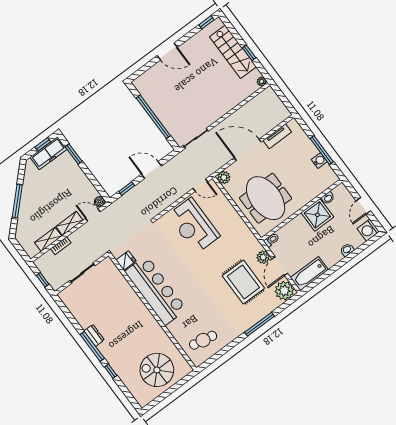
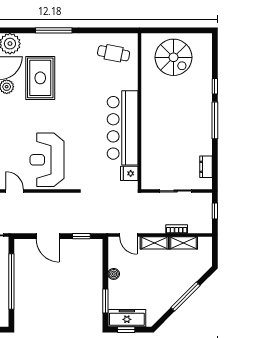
boiler: (100, 202) -> (114, 274), moved
reception desk: (194, 226) -> (47, 160), turned 180
dresser: (94, 335) -> (206, 167), moved

